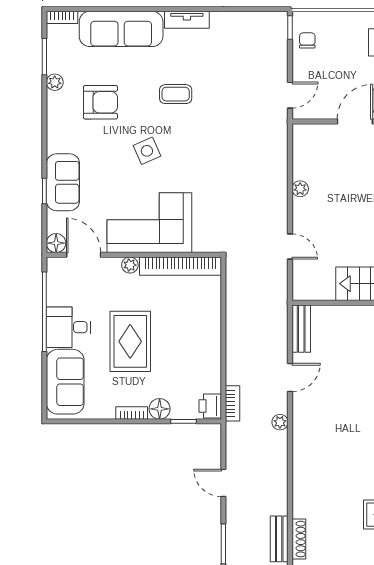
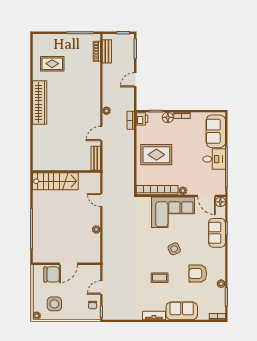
sofa: (121, 29) -> (182, 311), width x0.73
door: (290, 95) -> (101, 288), moved
rug: (130, 341) -> (156, 155), moved, turned 90
door: (223, 483) -> (135, 80), swing flipped

